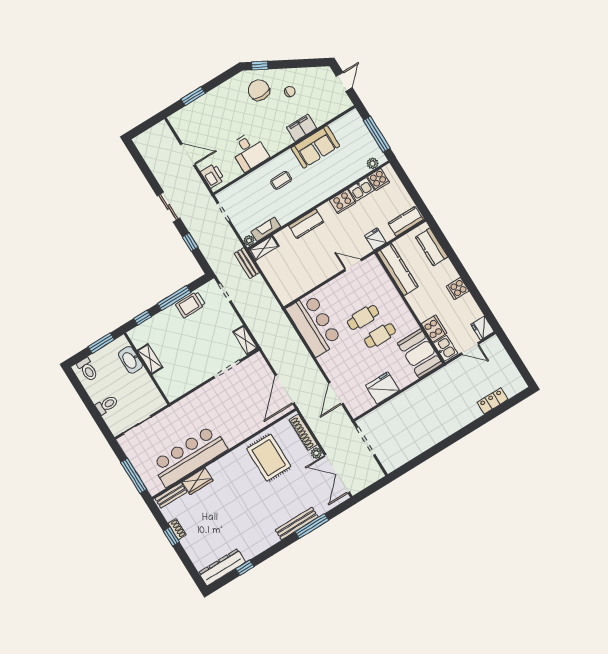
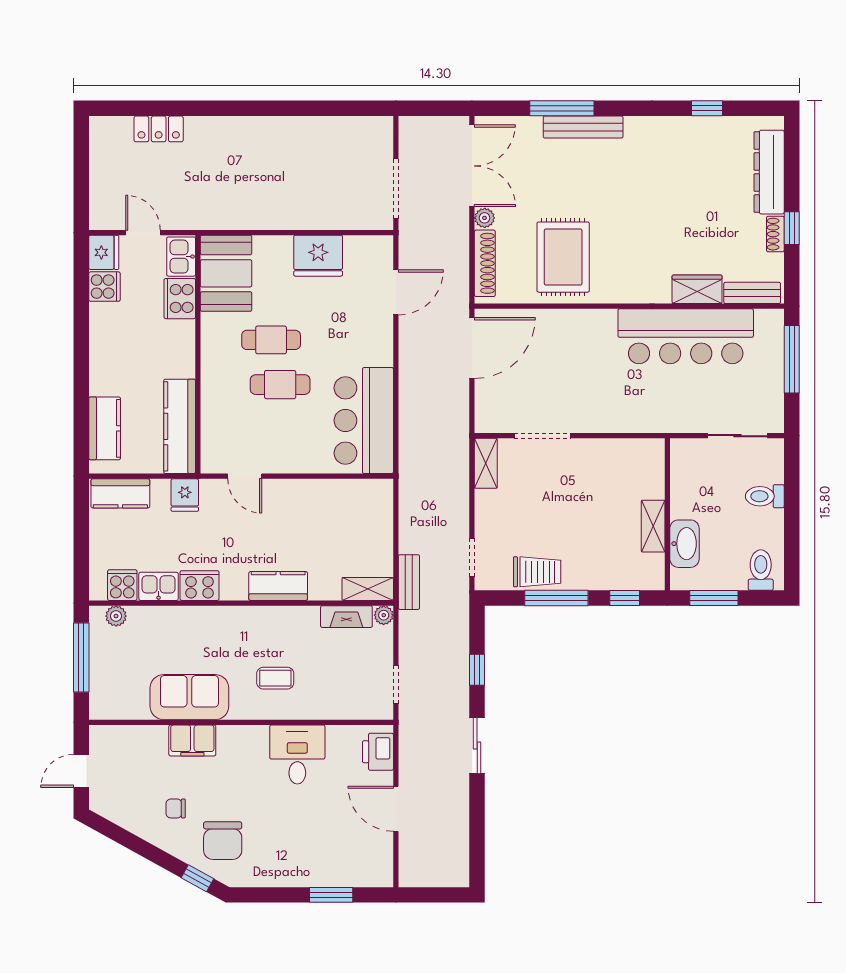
cooker: (458, 289) -> (104, 287), moved
dresser: (222, 567) -> (769, 172), moved, turned 90

